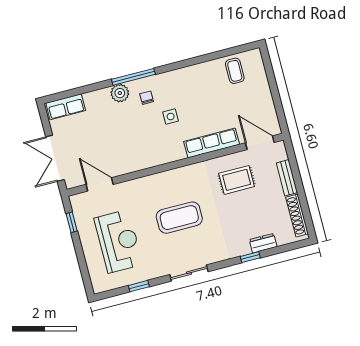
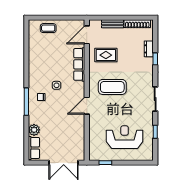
coffee table: (235, 71) -> (48, 28), moved
plant: (120, 93) -> (34, 130), moved
rug: (237, 180) -> (106, 55), turned 90
door: (100, 184) -> (87, 106), moved
coffee table: (179, 218) -> (112, 87), moved, turned 90

